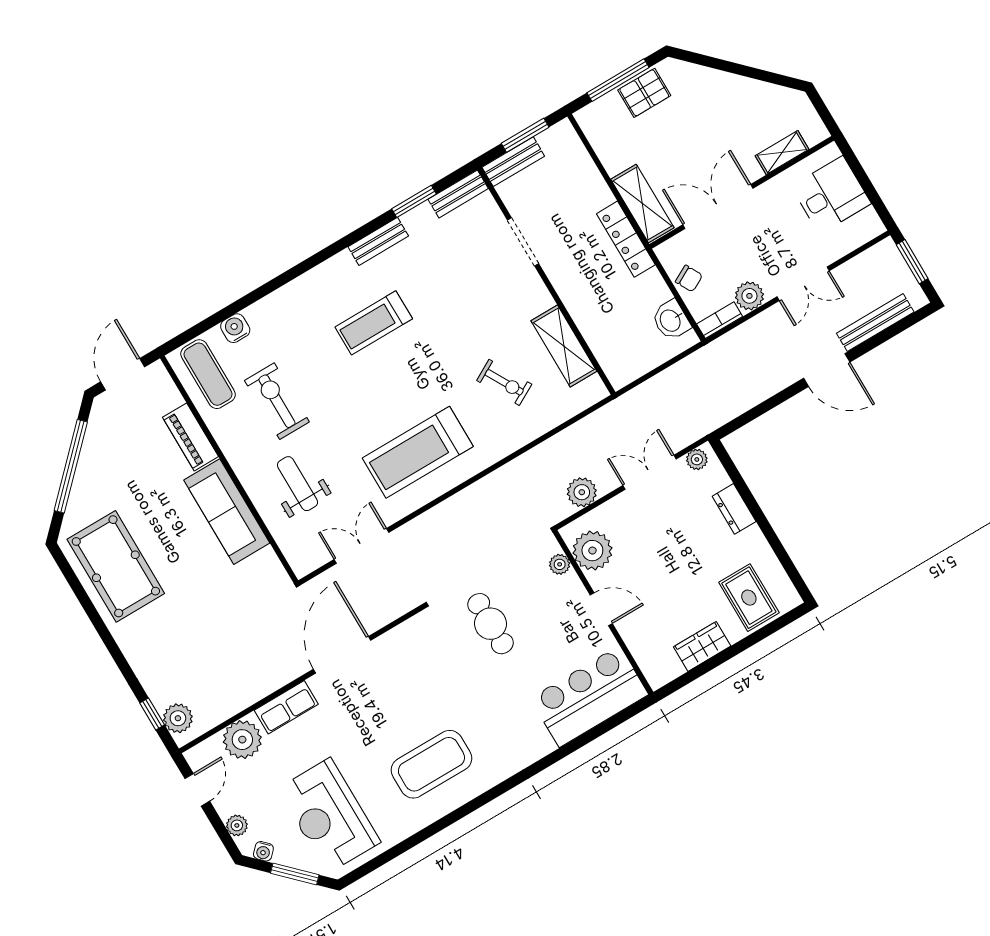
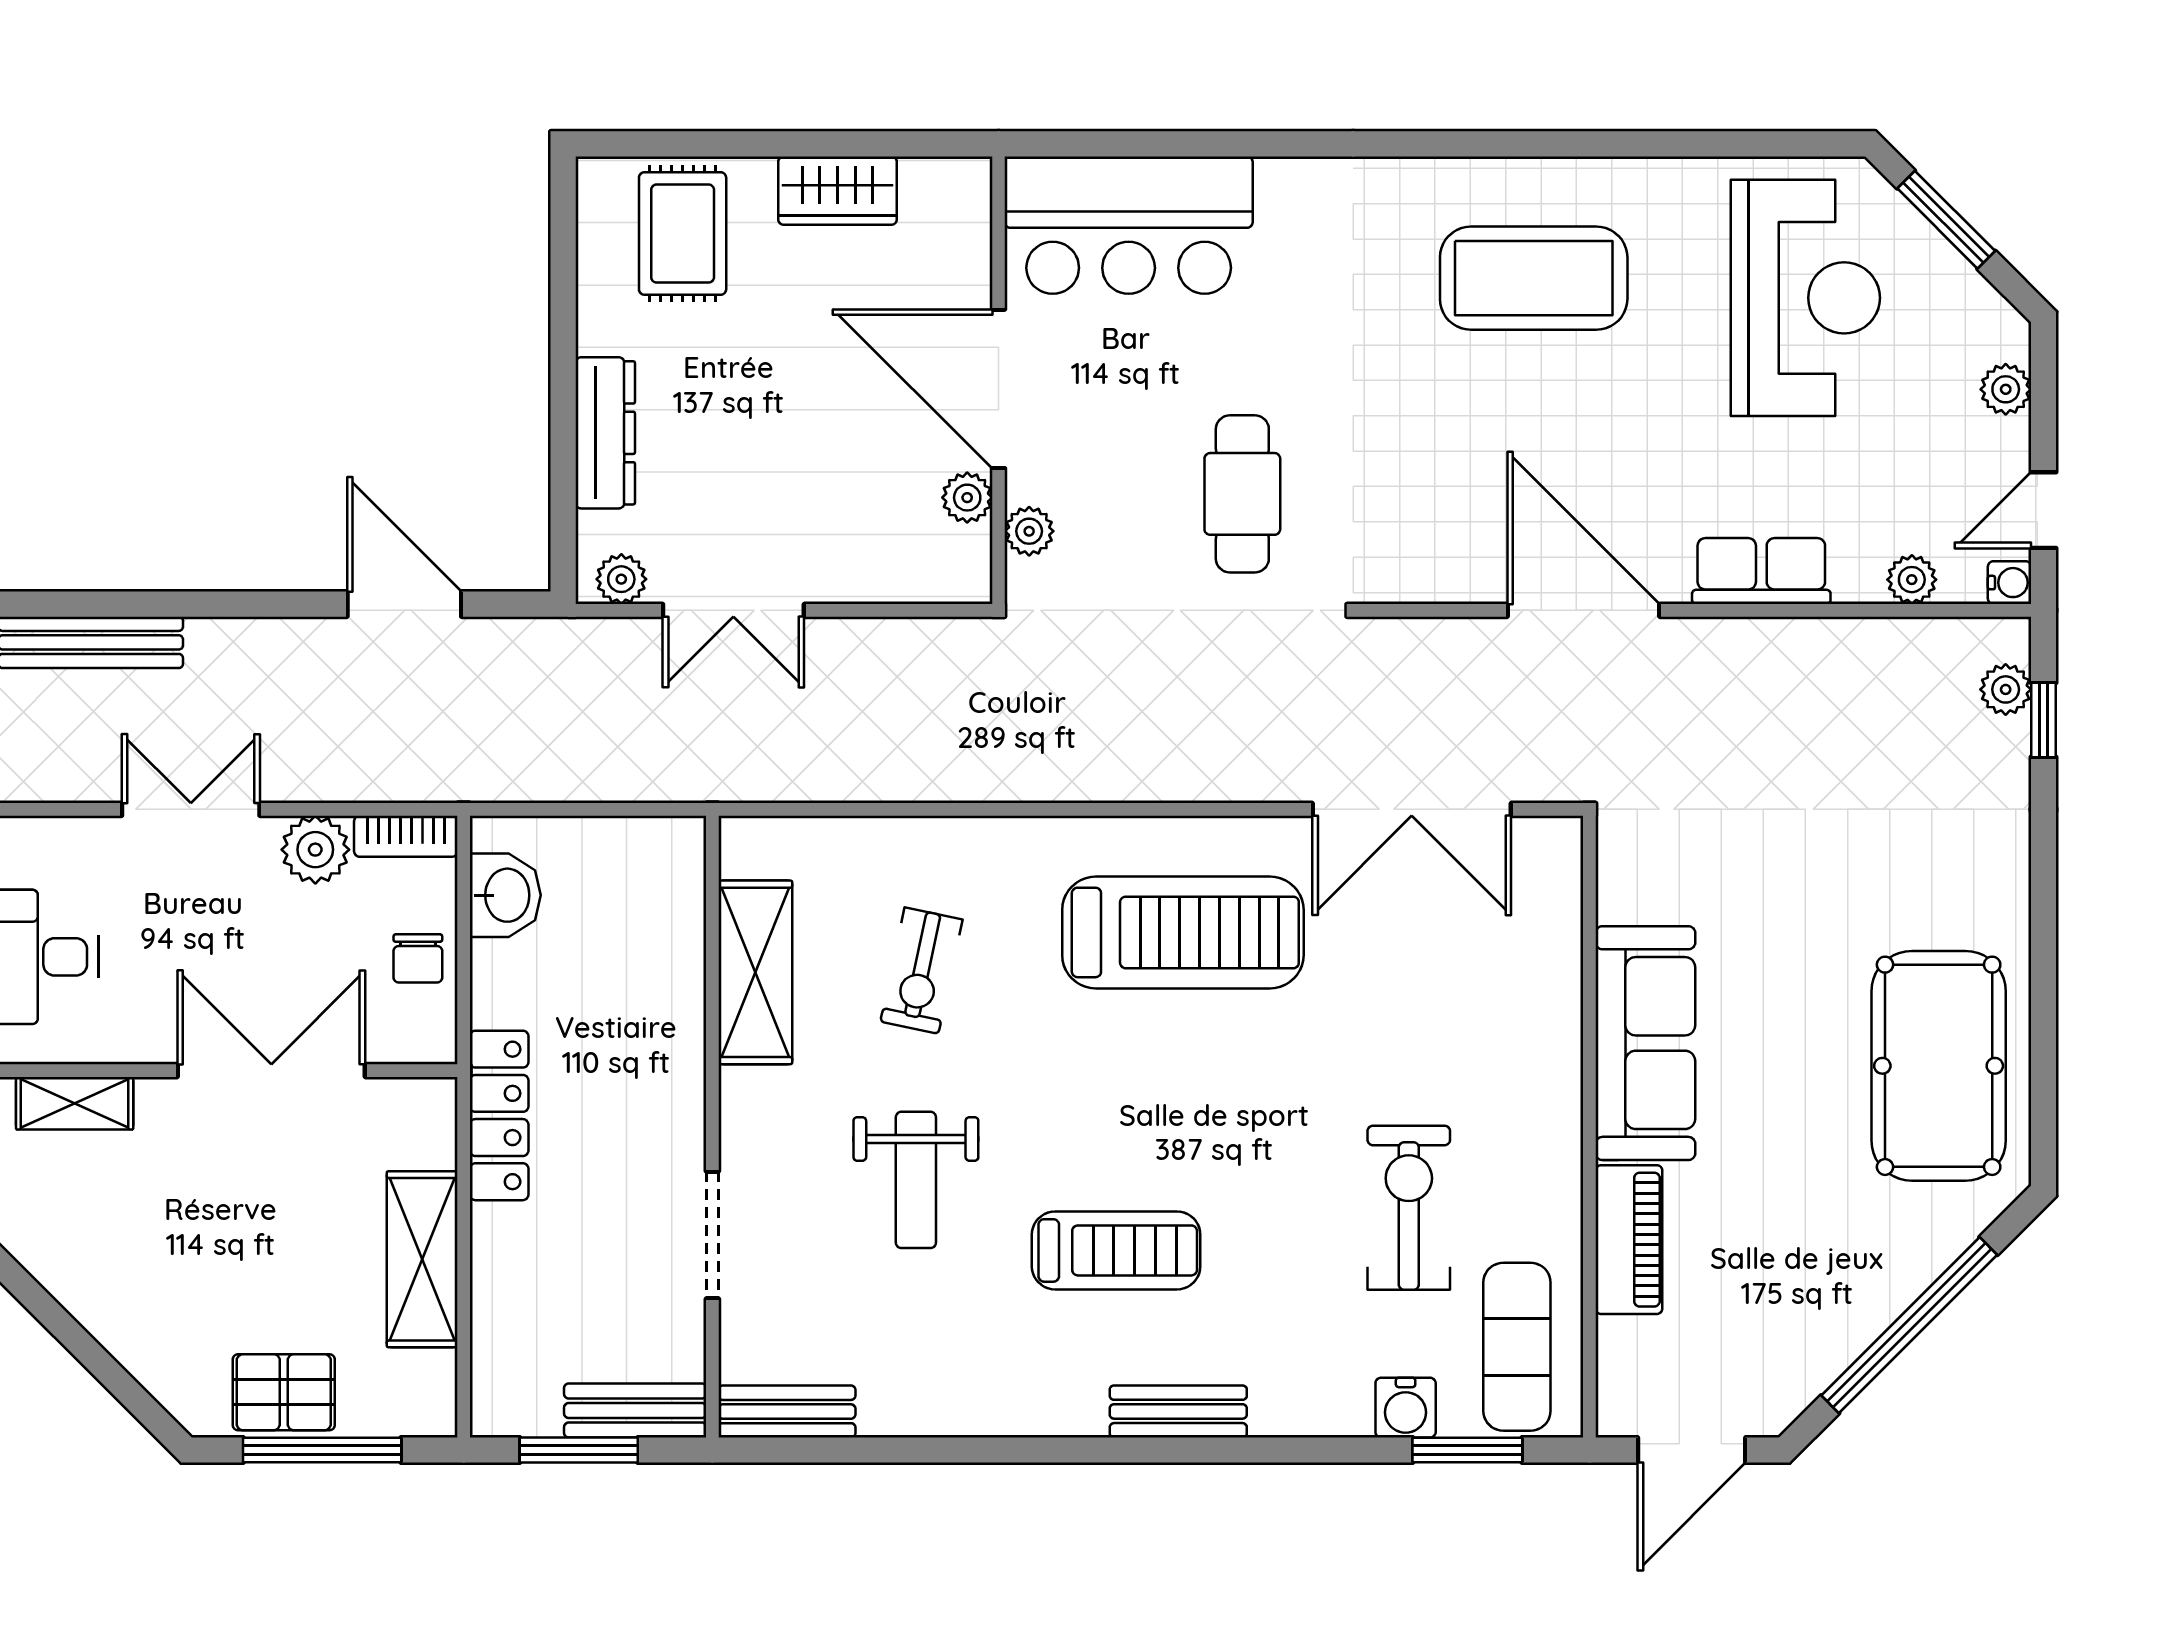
window: (414, 201) -> (1467, 1450), moved
shelving: (642, 204) -> (422, 1259), moved
double door: (718, 206) -> (271, 1071), swing flipped
bench: (378, 241) -> (1178, 1411), moved
chair: (689, 279) -> (418, 958), turned -152
door: (827, 370) -> (404, 604), moved
exercise bike: (504, 382) -> (921, 970), turned -139
exercise bike: (277, 401) -> (1409, 1208), turned 180
weight bench: (297, 484) -> (916, 1180), moved
plant: (582, 492) -> (896, 652), removed
dresser: (734, 509) -> (605, 433), width x1.44
double door: (361, 546) -> (1412, 809), width x1.37
plant: (592, 551) -> (967, 498), width x0.53, depth x0.53
door: (601, 609) -> (999, 389), width x1.87
door: (342, 655) -> (1583, 610), swing flipped
plant: (178, 718) -> (2006, 689), width x0.73, depth x0.73
plant: (242, 740) -> (1912, 580), width x0.53, depth x0.53
water cooler: (263, 851) -> (2010, 583), moved, turned 45

